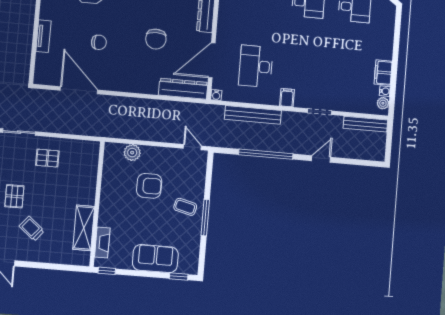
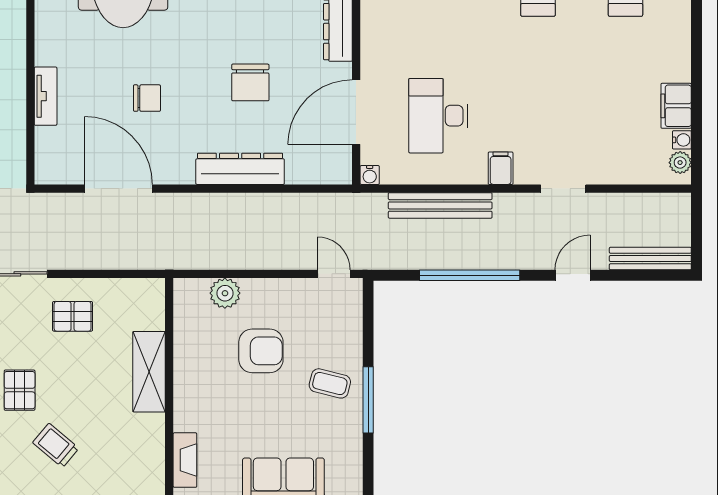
dresser: (183, 89) -> (240, 169), moved
bench: (365, 124) -> (650, 259), moved
shelving: (84, 228) -> (149, 372), moved

